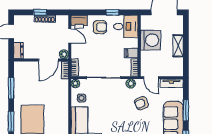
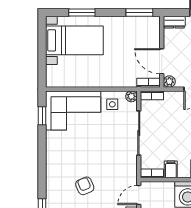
plant: (131, 84) -> (131, 169), removed
window: (11, 88) -> (139, 12), moved
armchair: (141, 103) -> (85, 186), moved

